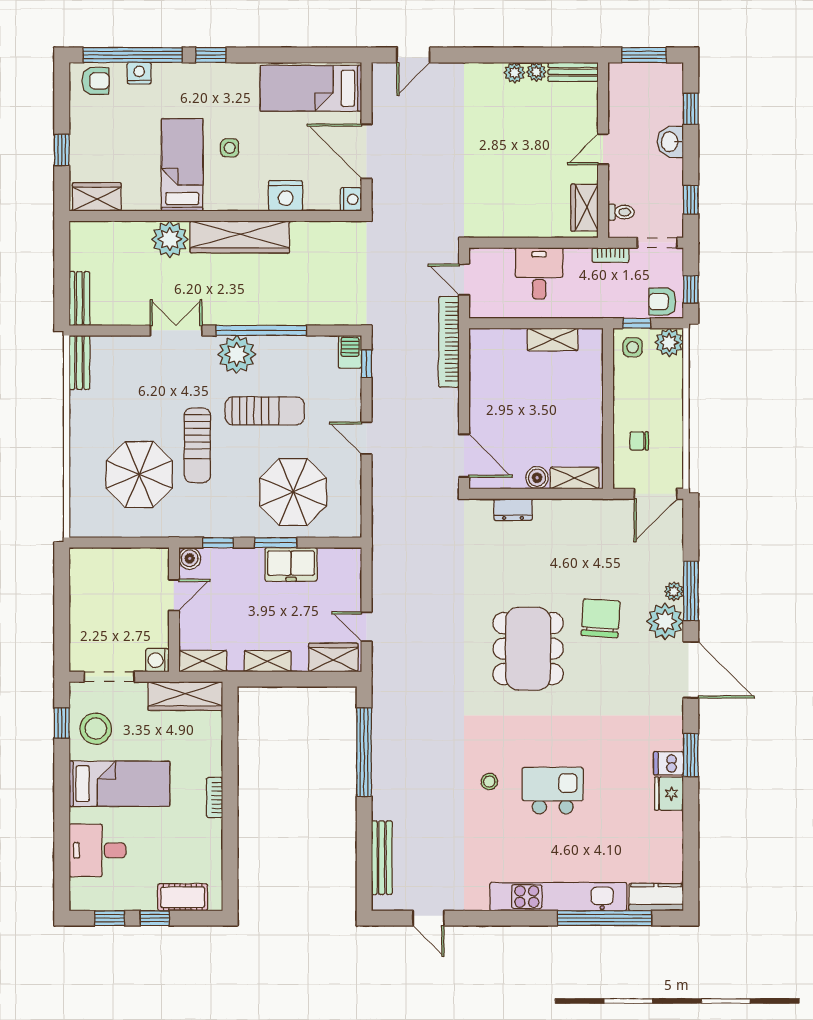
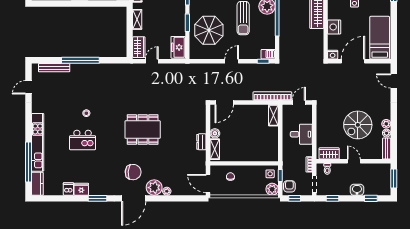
spiral stairs: (517, 140) -> (358, 125), added
shelving: (553, 339) -> (273, 115), moved
dresser: (513, 510) -> (201, 142), moved
freezer: (291, 564) -> (178, 47), moved
window: (691, 591) -> (167, 198), removed
chair: (601, 618) -> (133, 172), moved
window: (364, 752) -> (80, 60), moved
dishwasher: (668, 763) -> (68, 189), moved
kitchen island: (553, 791) -> (83, 140), turned 90

